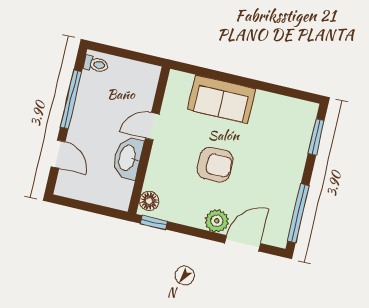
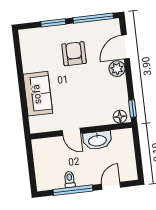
toilet: (96, 64) -> (70, 179), moved
window: (316, 137) -> (53, 23), moved
armchair: (215, 164) -> (74, 54), moved
door: (243, 243) -> (125, 47), hinge flipped

